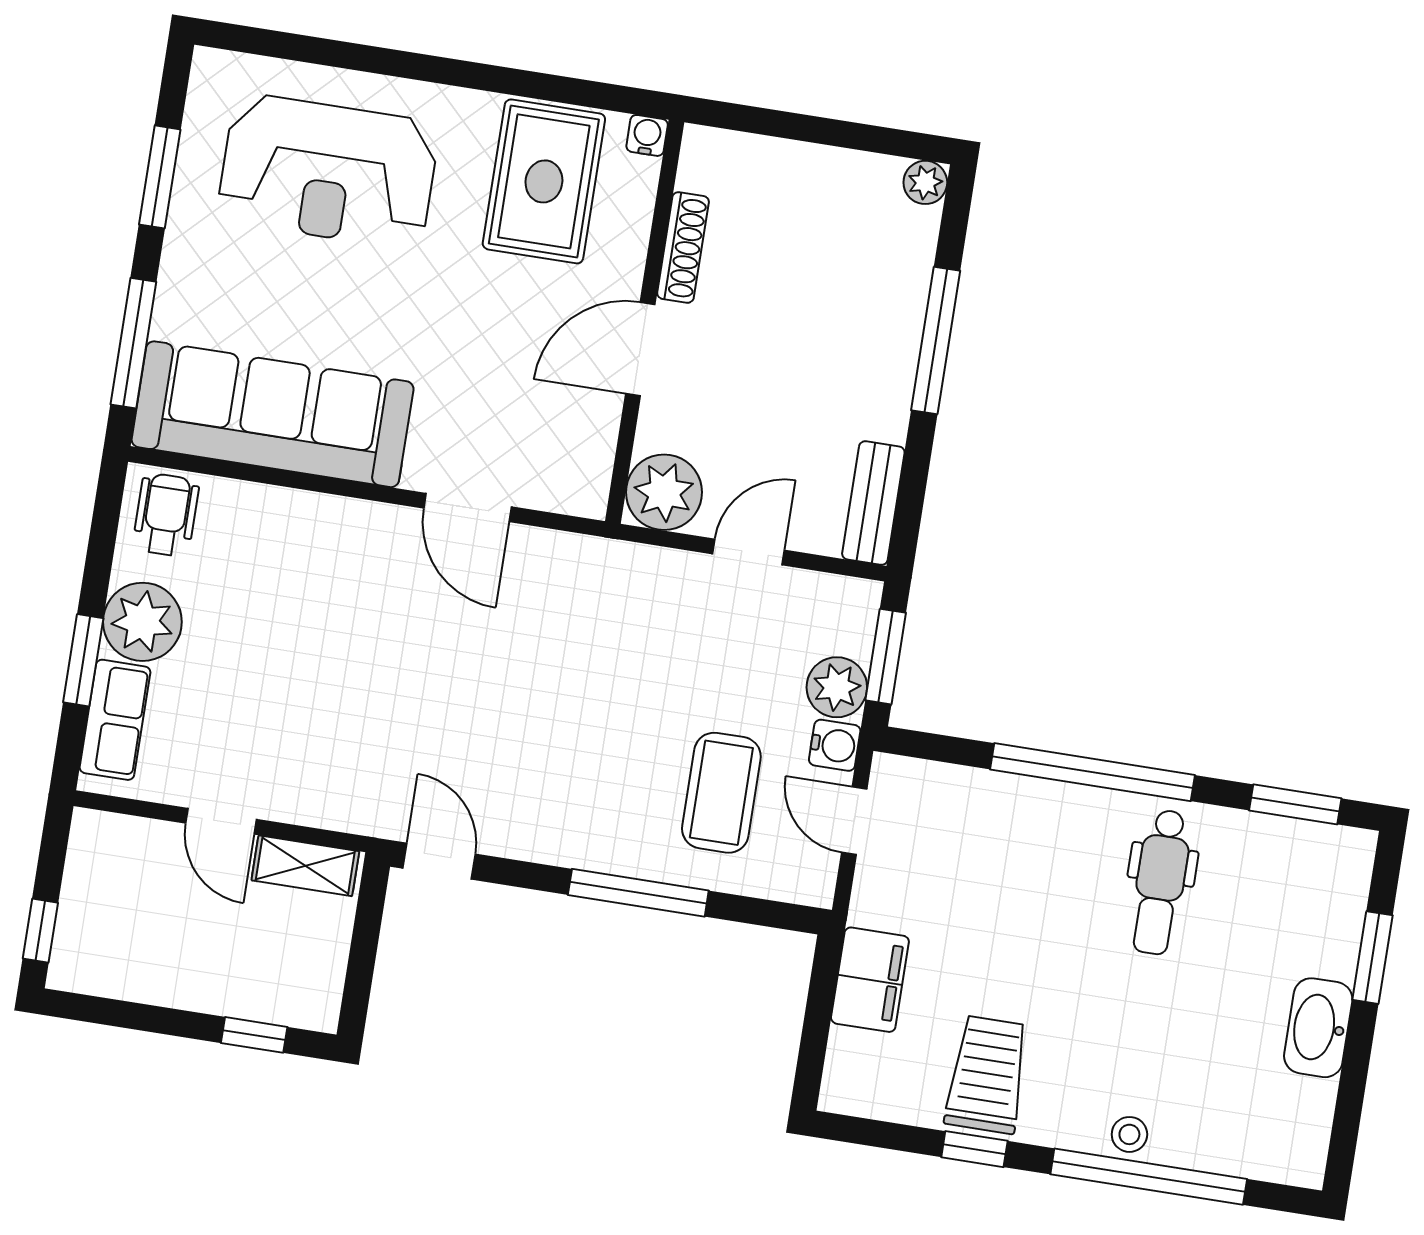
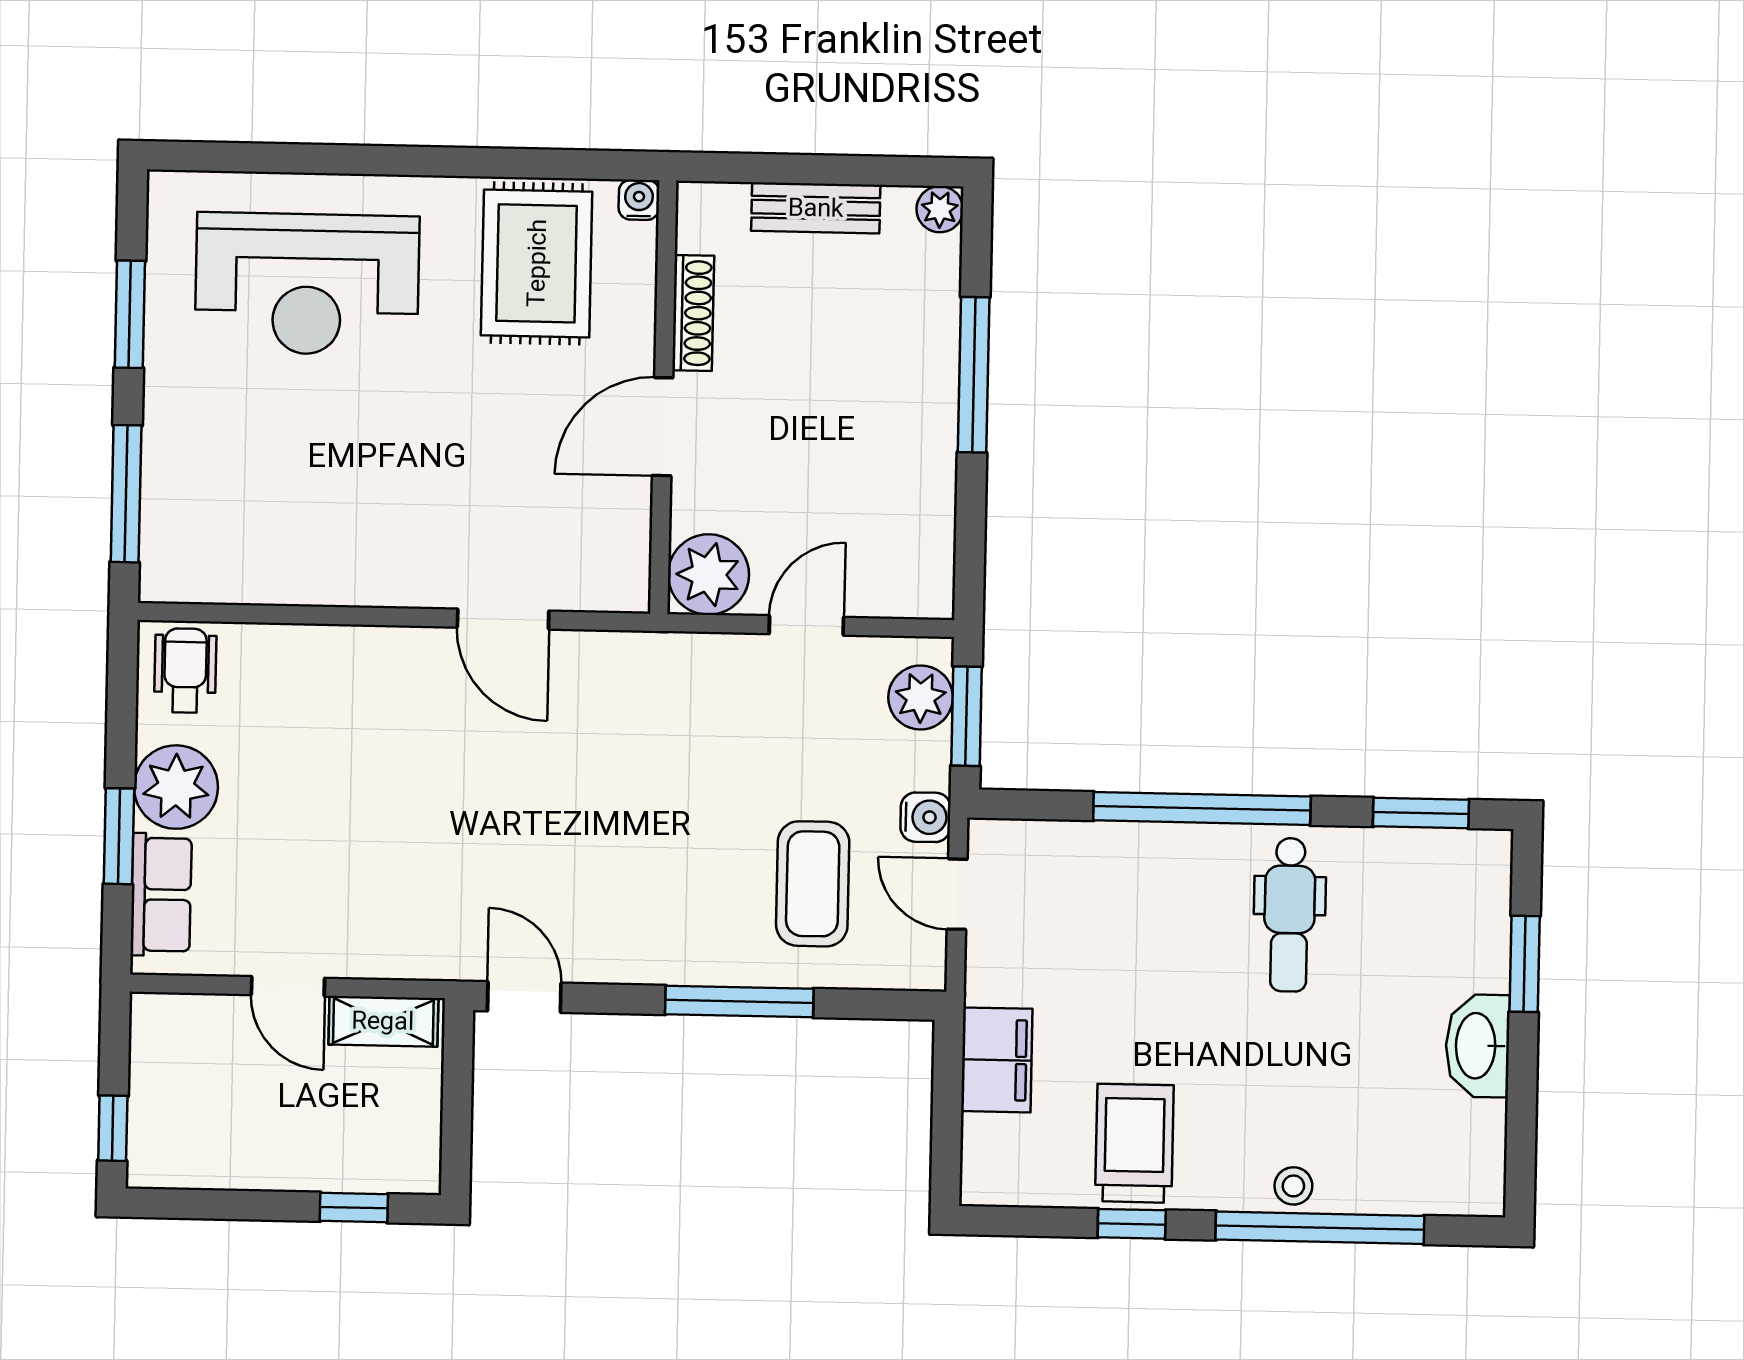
sofa: (273, 414) -> (283, 549), removed
bench: (873, 503) -> (816, 208), moved, turned 90
plant: (837, 687) -> (921, 698), moved

